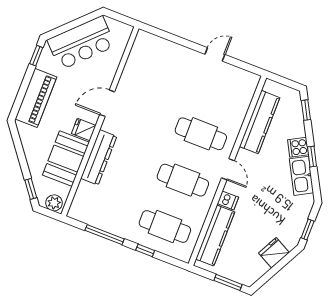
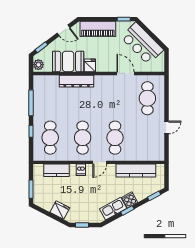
door: (215, 54) -> (167, 127), hinge flipped
cafe table: (163, 66) -> (147, 98), added
door: (107, 103) -> (125, 73), moved
door: (19, 148) -> (64, 30), added
kitchen counter: (215, 235) -> (57, 170), width x0.67

